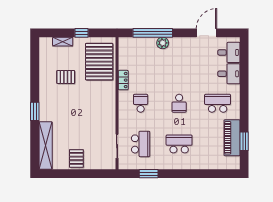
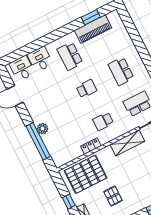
shelving: (109, 116) -> (127, 143), added

